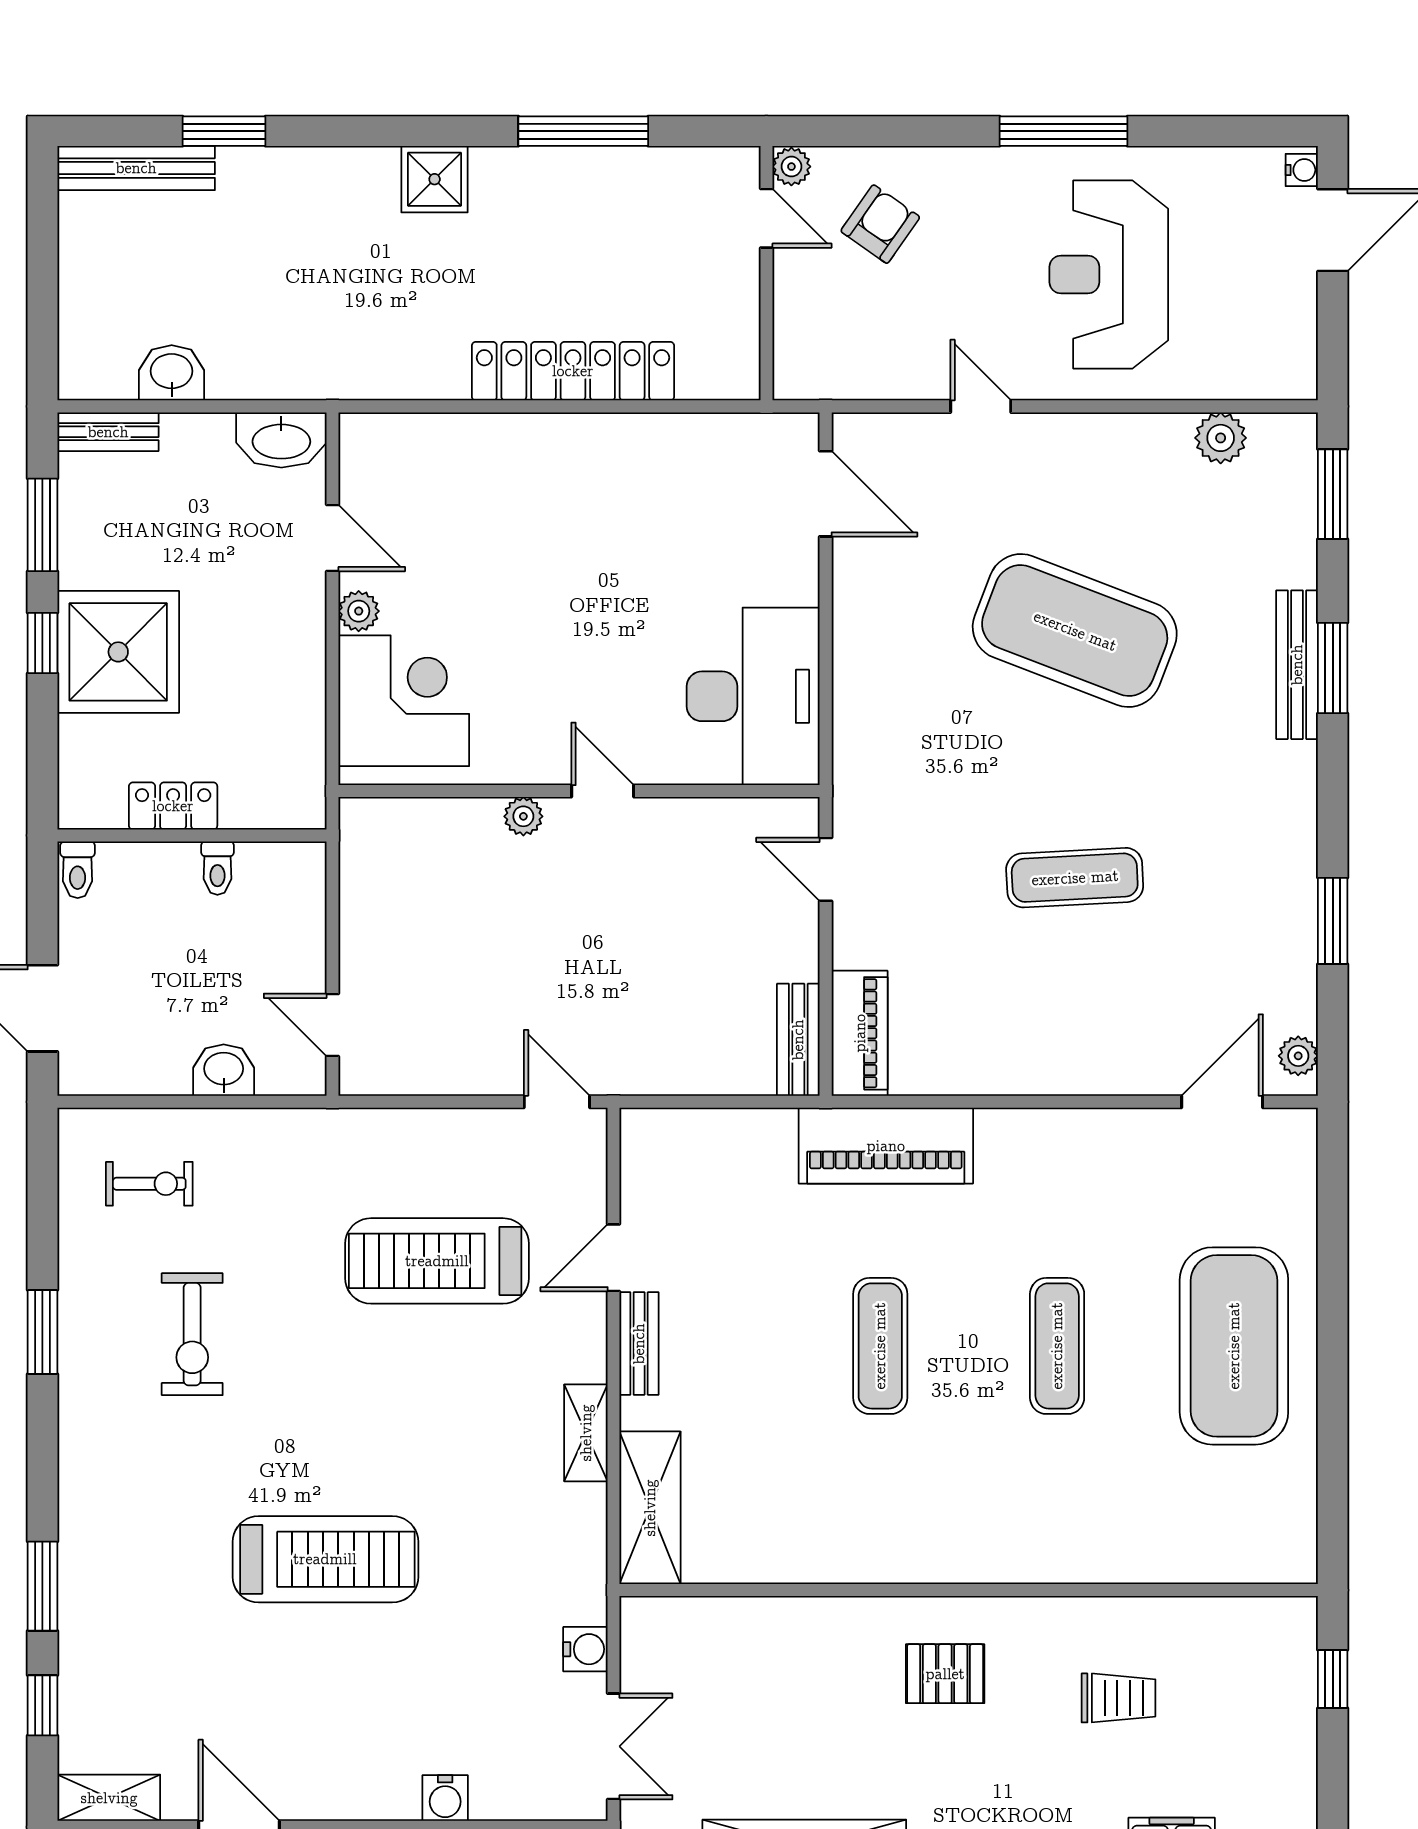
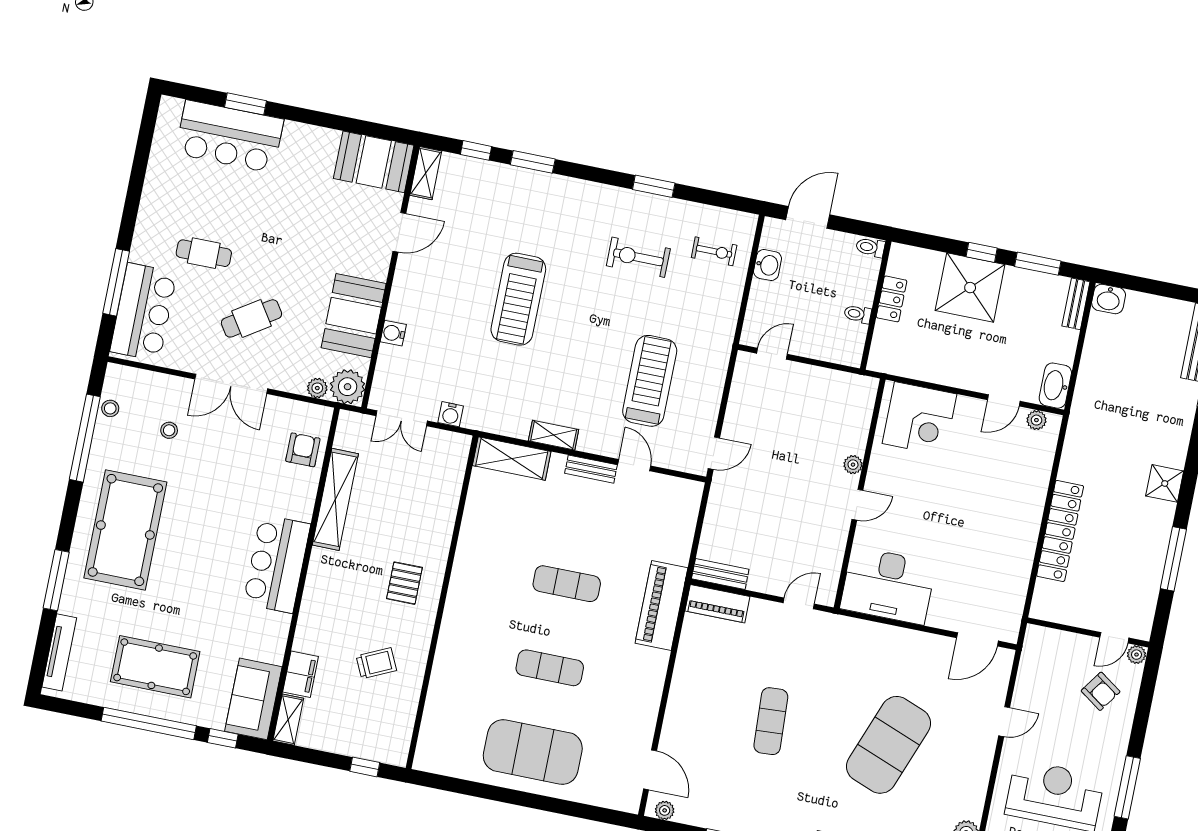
washbasin: (172, 373) -> (1109, 299), moved, turned 90
plant: (359, 611) -> (1036, 420), moved
washbasin: (224, 1070) -> (768, 265), moved
exercise bike: (149, 1184) -> (714, 251), turned -90
trolley: (1118, 1698) -> (376, 663), turned -115

